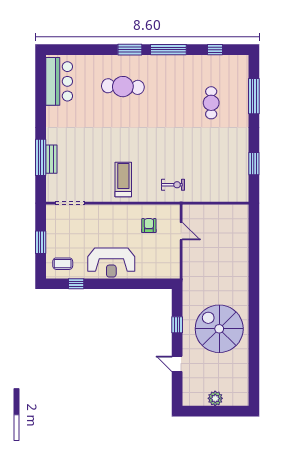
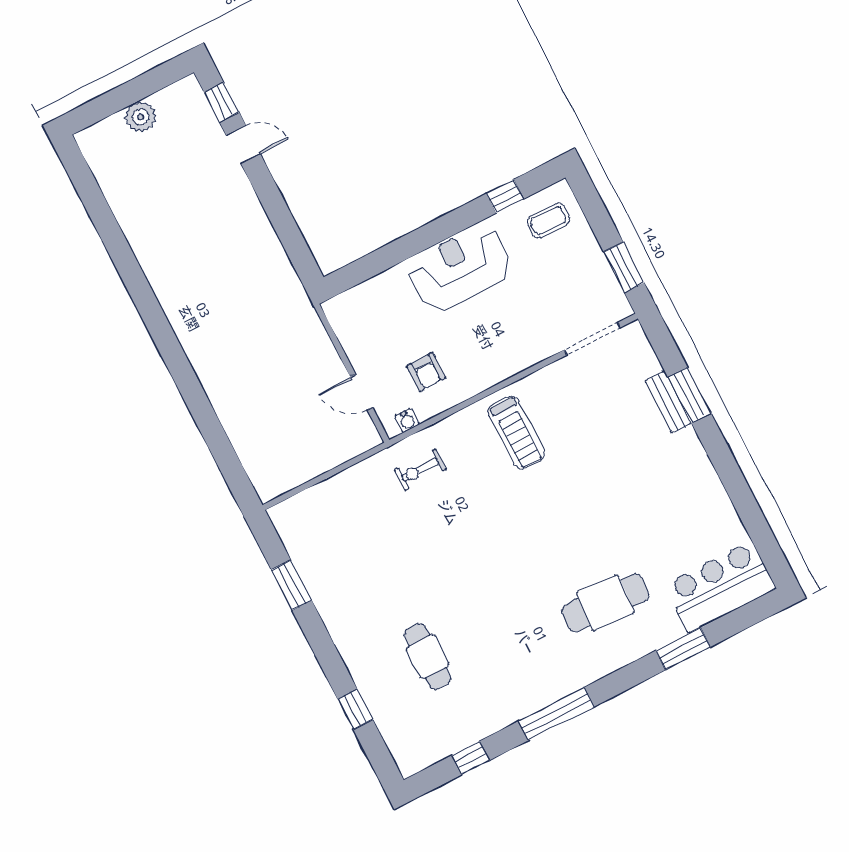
window: (130, 50) -> (683, 649), moved
bar counter: (59, 81) -> (720, 587), moved, turned 90
window: (254, 96) -> (355, 709), width x0.46
window: (41, 157) -> (689, 395), width x0.69
water cooler: (168, 209) -> (407, 420), added
window: (41, 242) -> (624, 267), moved
window: (177, 325) -> (222, 102), moved
spiral stairs: (219, 329) -> (199, 249), removed

